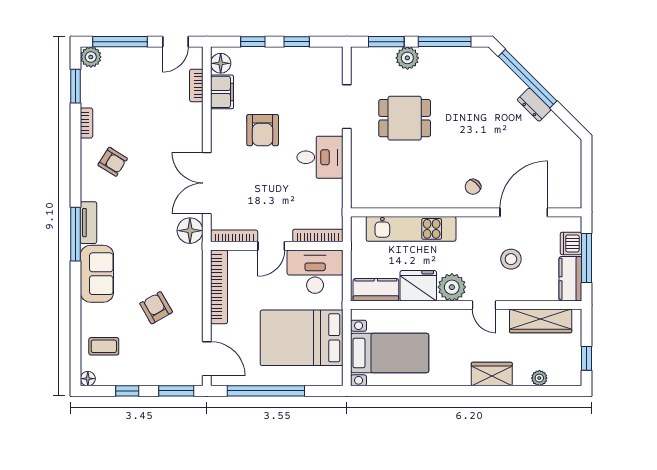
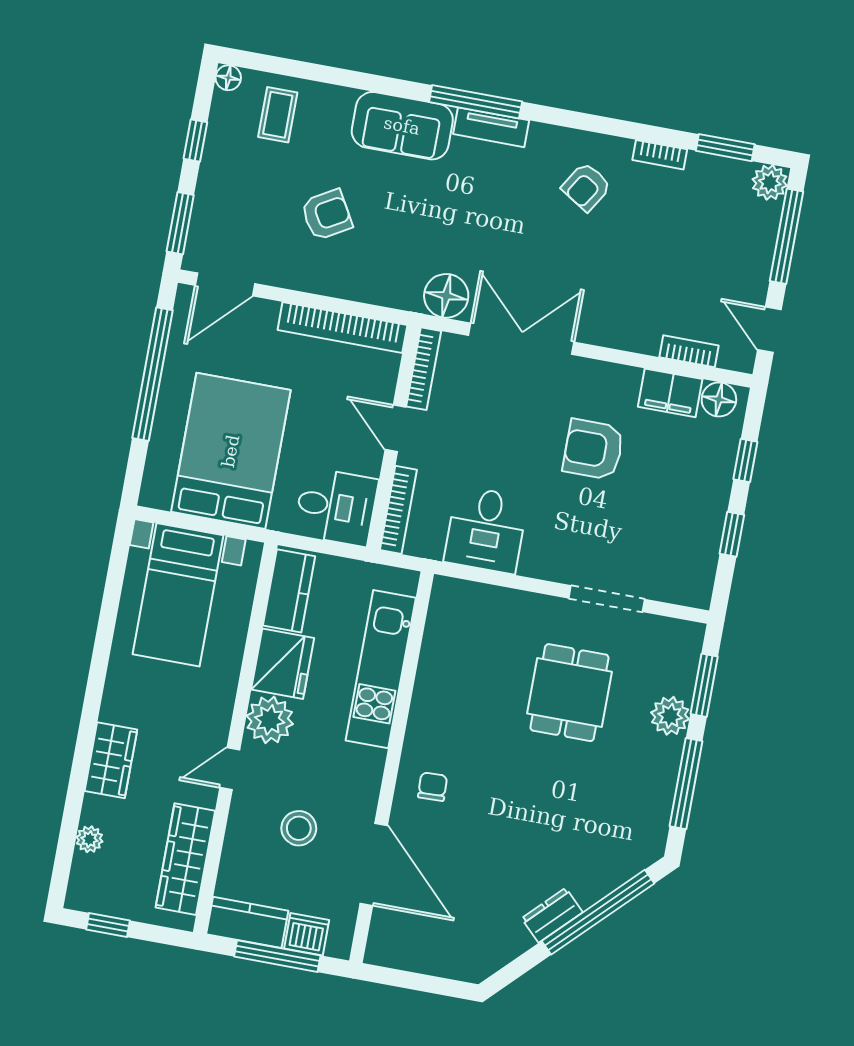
desk: (320, 157) -> (486, 530), moved
chair: (473, 187) -> (433, 787), turned 46
desk: (315, 272) -> (336, 507), width x0.73

